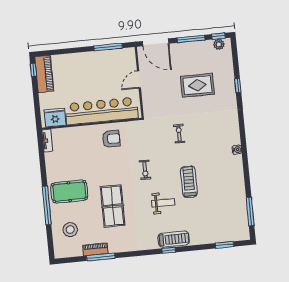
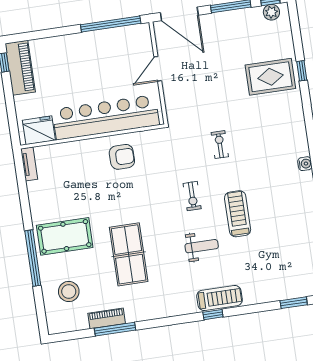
window: (108, 47) -> (111, 24), width x1.46
rug: (197, 85) -> (270, 77), moved
exercise bike: (145, 170) -> (192, 196), moved

